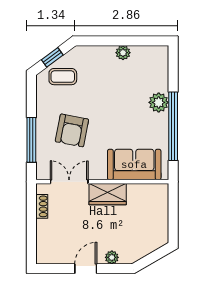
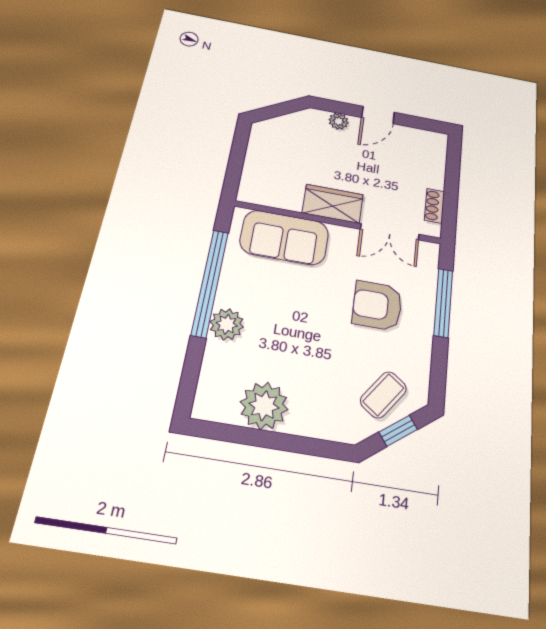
plant: (123, 53) -> (264, 406), width x1.87, depth x1.87
coffee table: (63, 77) -> (383, 395), turned -54
armchair: (72, 130) -> (377, 306), turned -101

